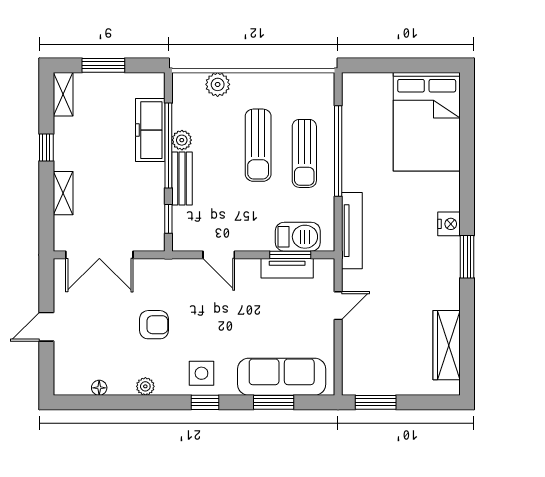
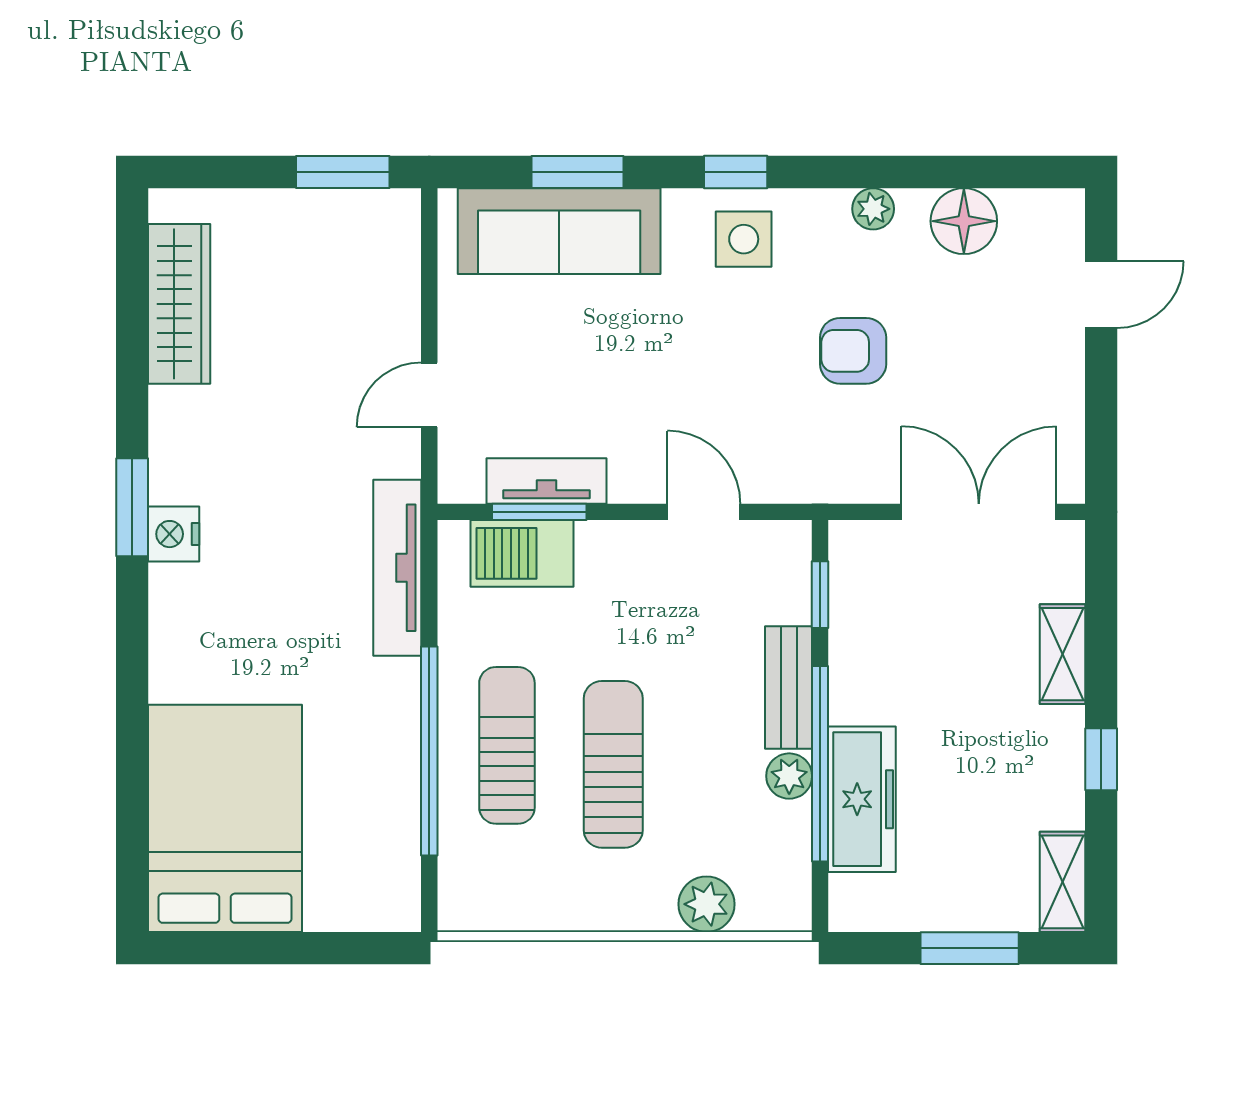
nightstand: (449, 224) -> (174, 534), moved
door: (46, 327) -> (1101, 295), moved
floor lamp: (99, 388) -> (964, 221), width x1.89, depth x1.89

